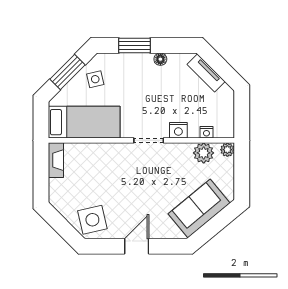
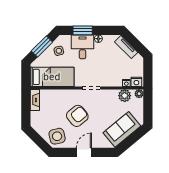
desk: (134, 73) -> (83, 47), added
nightstand: (178, 130) -> (136, 82), moved
armchair: (126, 186) -> (77, 116), added

